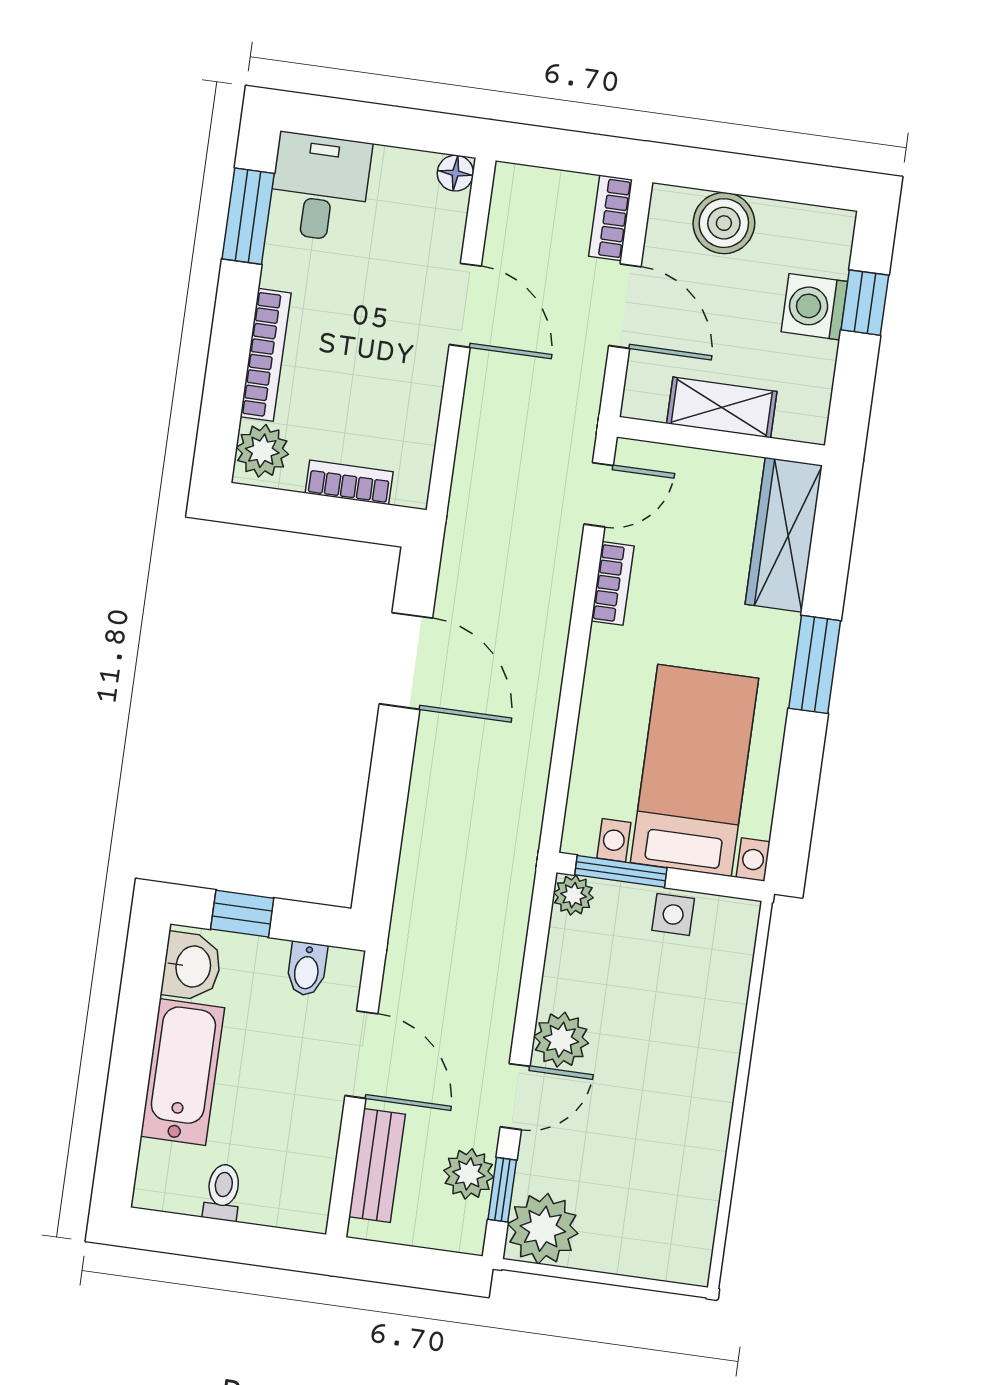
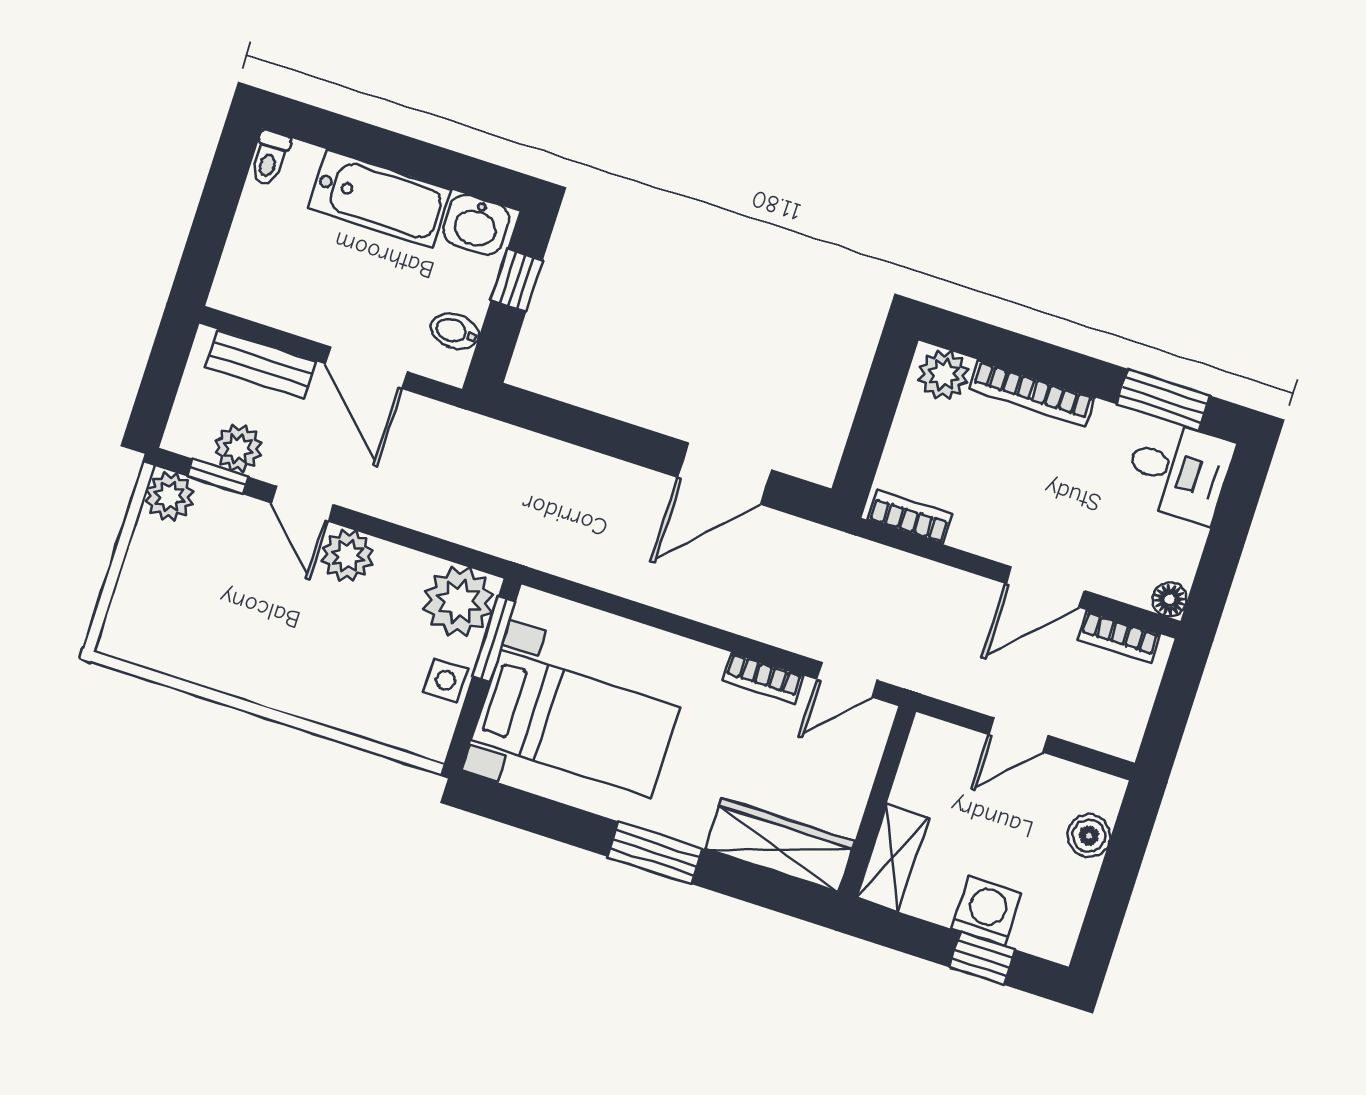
bookcase: (610, 218) -> (1119, 637), moved, turned 180
boiler: (724, 223) -> (1089, 836), width x0.73, depth x0.73
door: (625, 306) -> (1018, 735), width x0.73
shelving: (722, 408) -> (892, 858), moved
bookcase: (349, 482) -> (910, 517), moved, turned -90
door: (599, 495) -> (847, 680), hinge flipped
plant: (573, 895) -> (459, 602), width x1.87, depth x1.87
door: (361, 1055) -> (366, 368), hinge flipped
toilet: (223, 1192) -> (270, 158), moved, turned 90
plant: (543, 1229) -> (169, 497), width x0.73, depth x0.73

